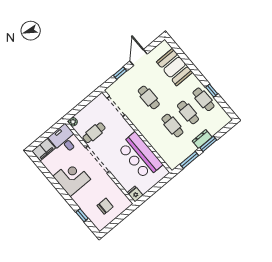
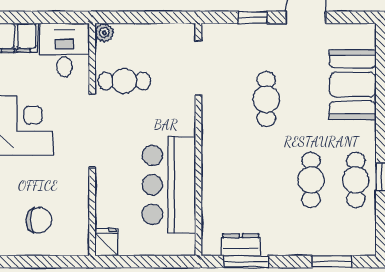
cafe table: (172, 126) -> (266, 180), removed
dresser: (202, 139) -> (241, 245), moved
window: (208, 144) -> (332, 262), moved

